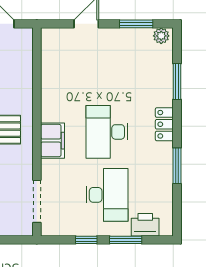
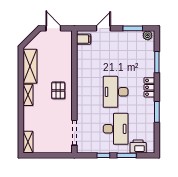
filing cabinet: (52, 141) -> (84, 39), moved, width x0.50

